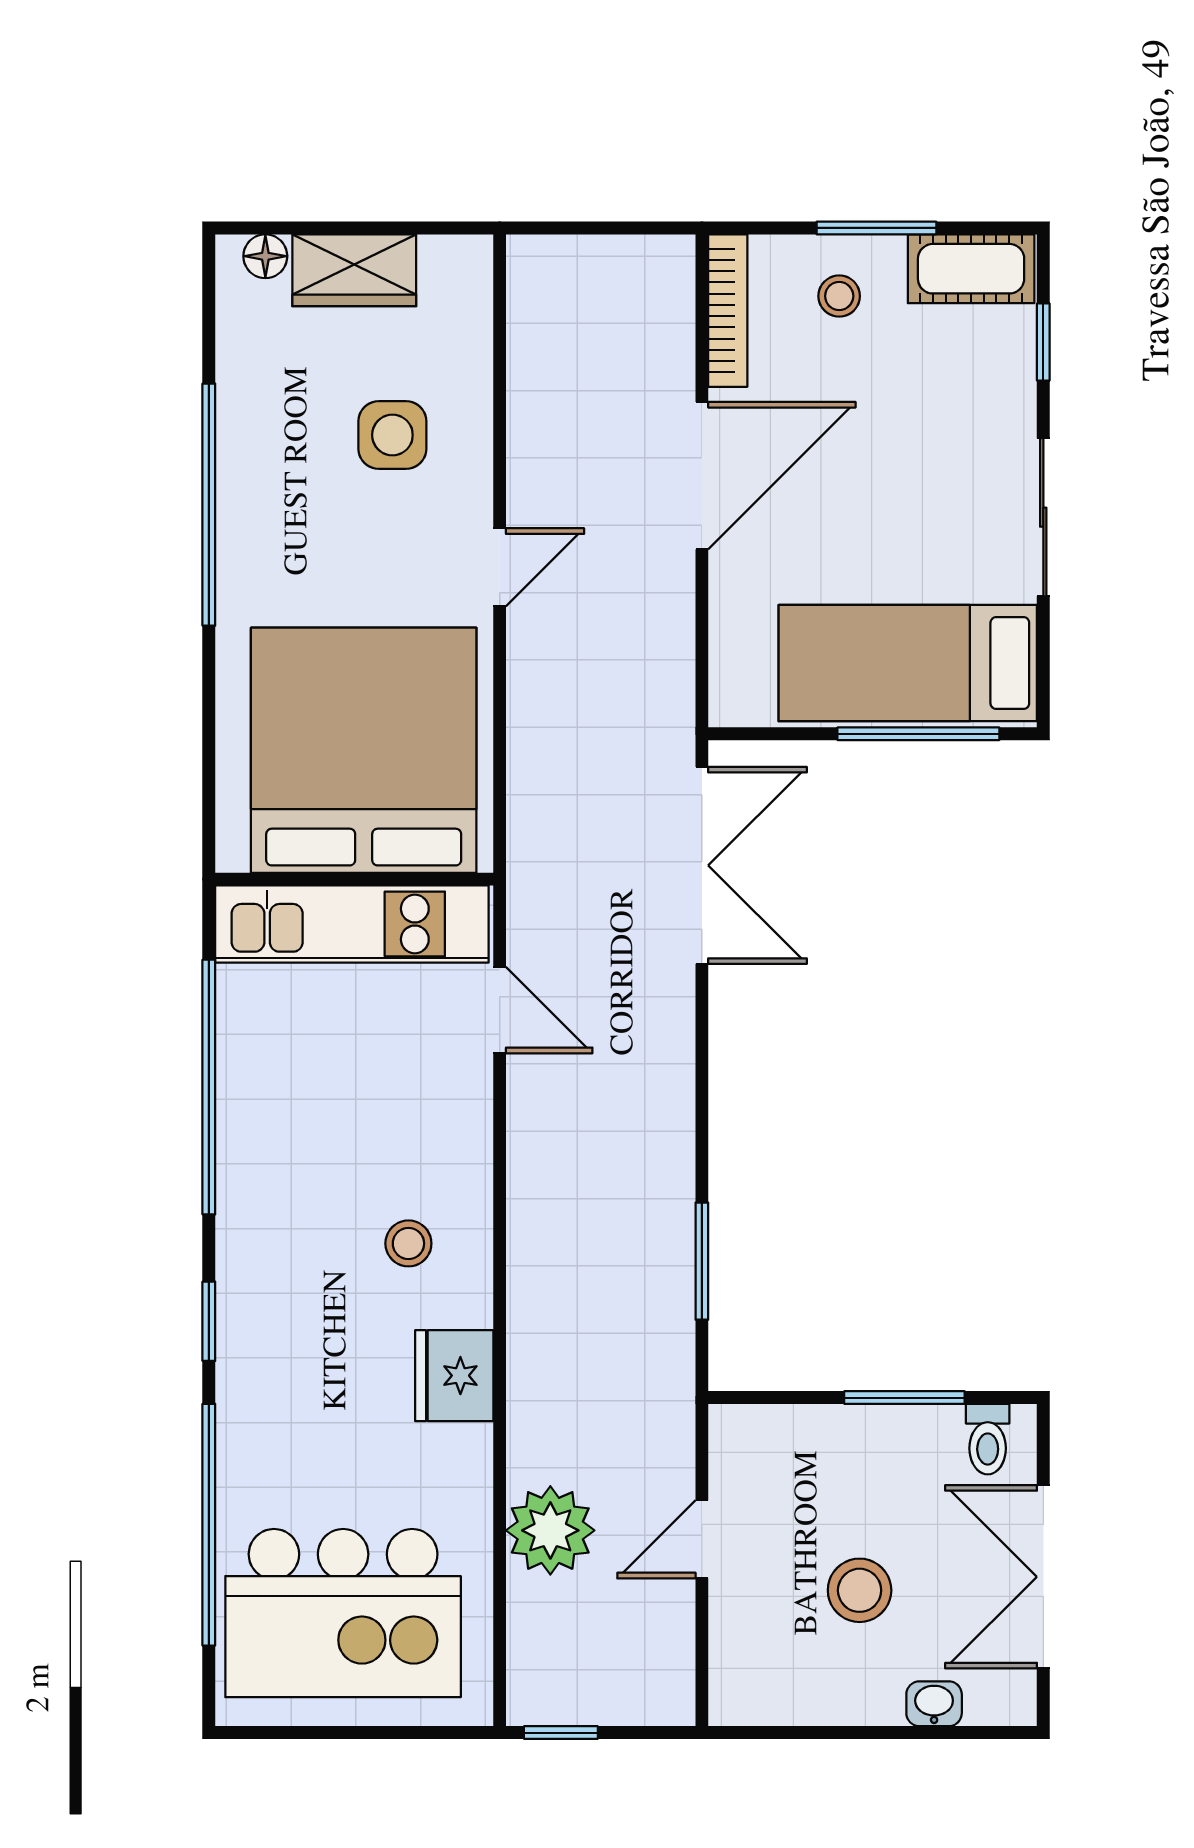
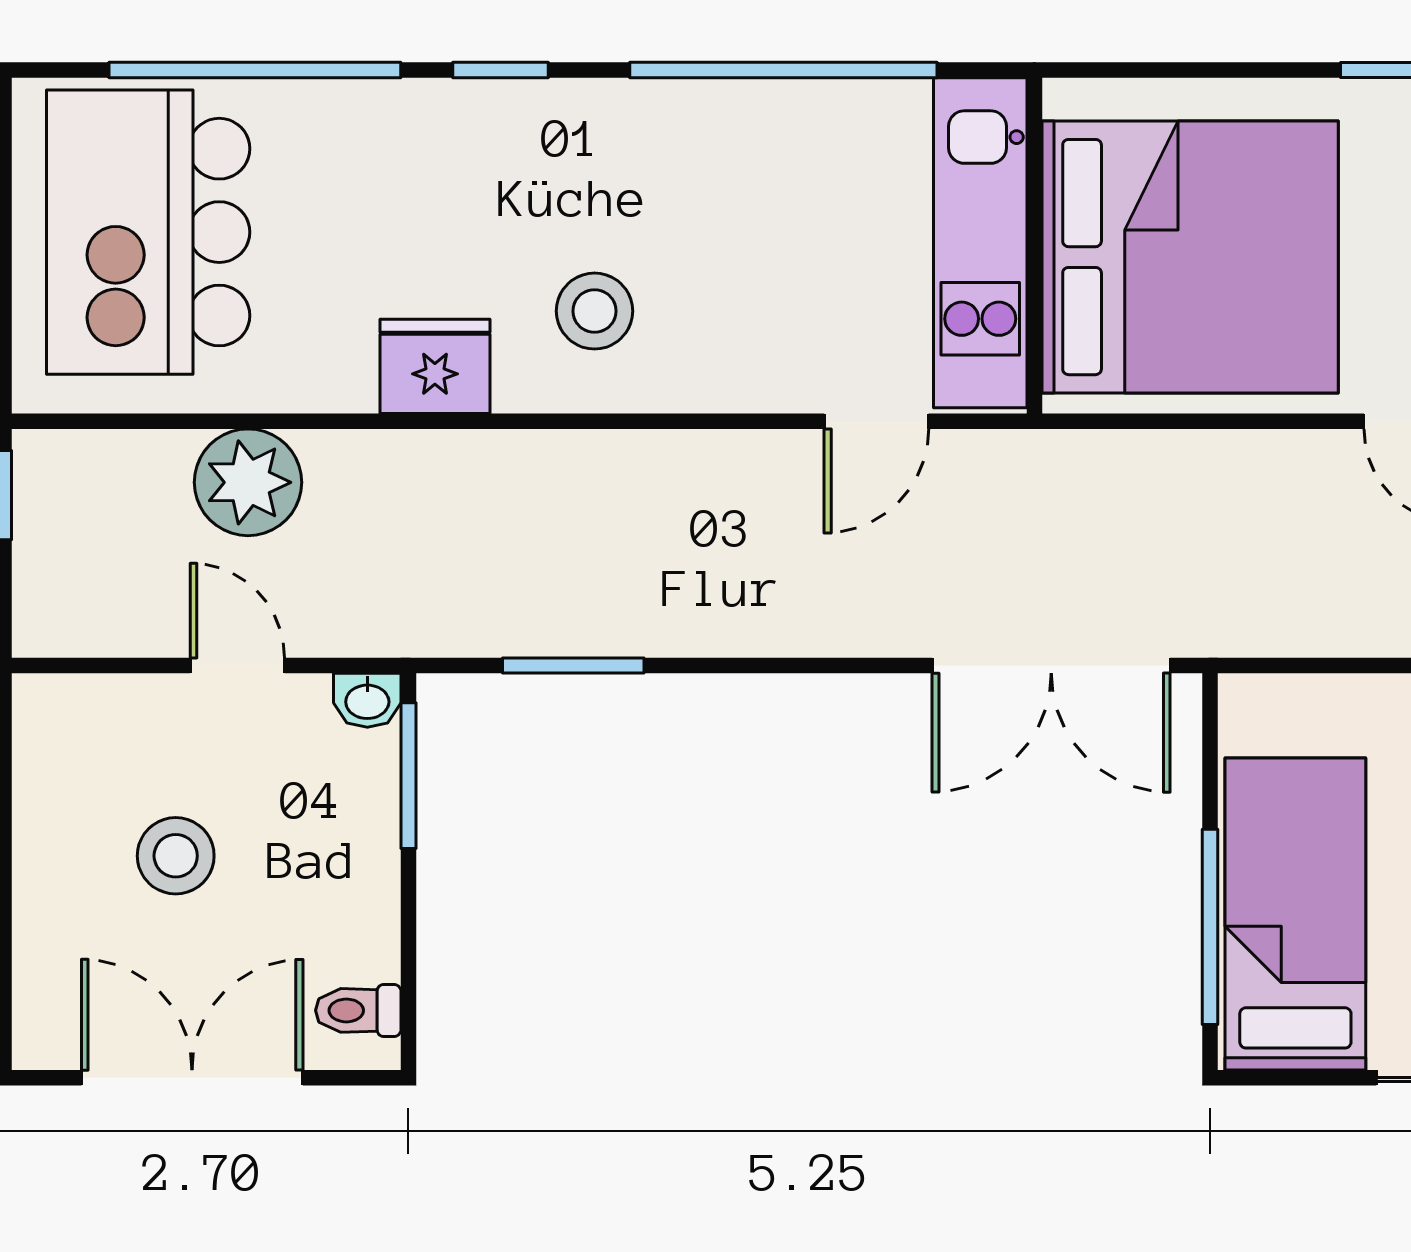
stool: (408, 1243) -> (595, 311), width x1.37, depth x1.37
window: (904, 1398) -> (408, 776), moved
washbasin: (934, 1704) -> (367, 700), moved, turned 90

